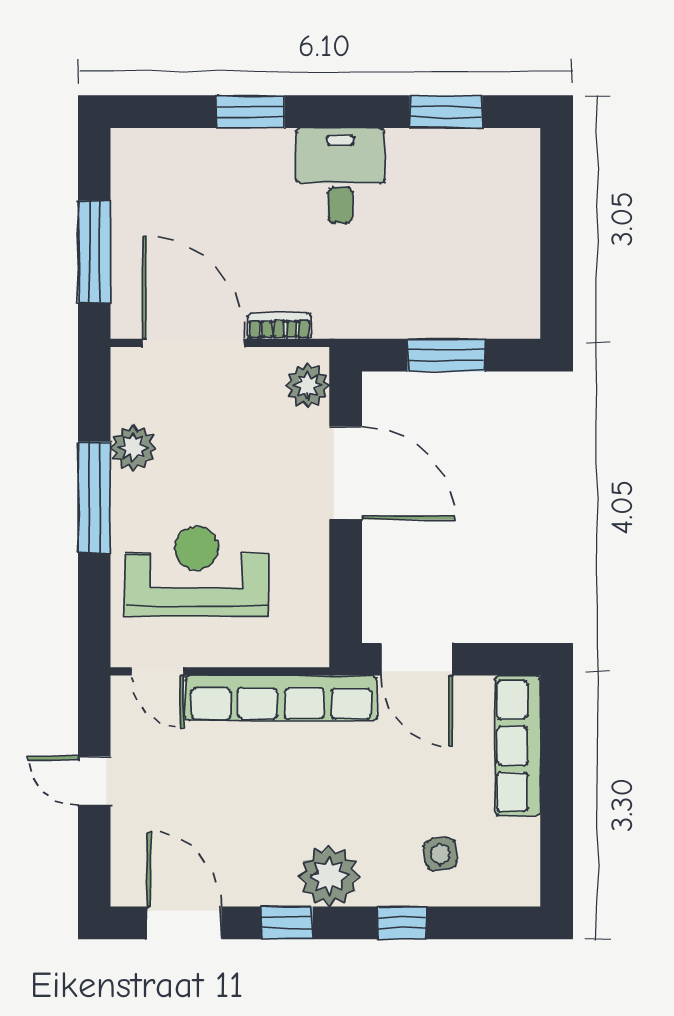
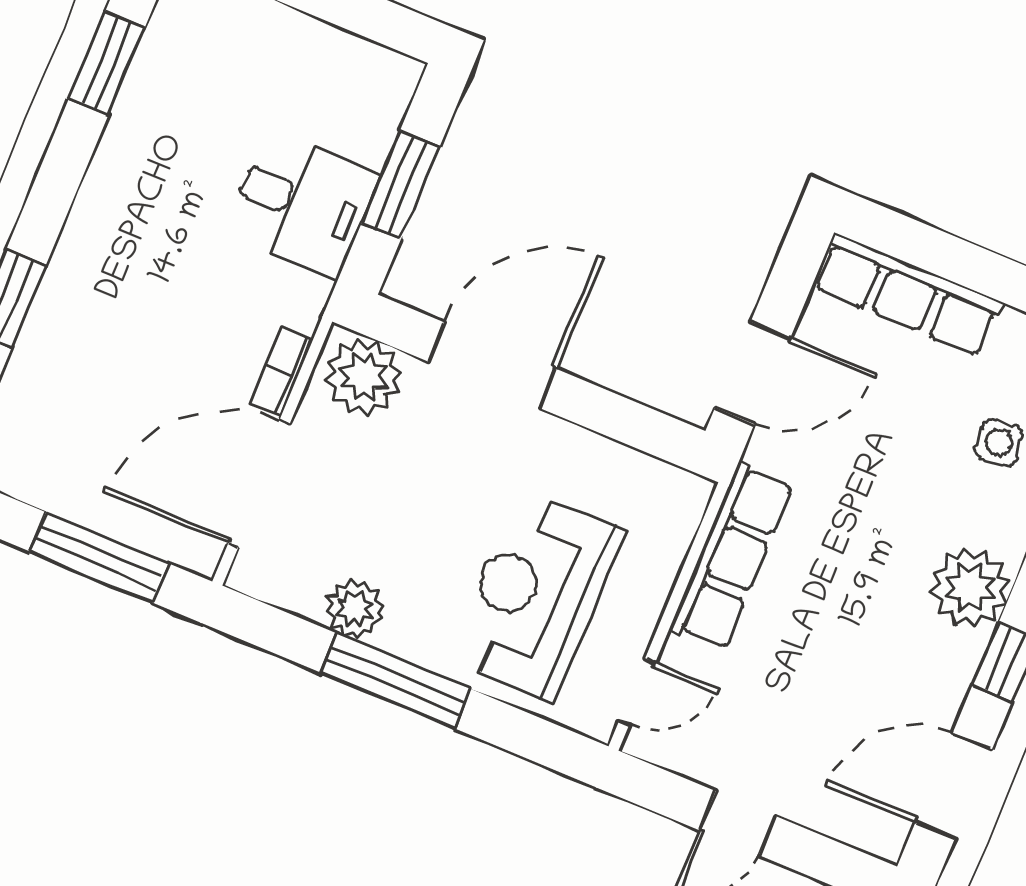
desk: (340, 176) -> (302, 204), moved, turned 180
plant: (308, 385) -> (364, 377), width x1.36, depth x1.36
row of seats: (281, 698) -> (731, 556), width x0.73

